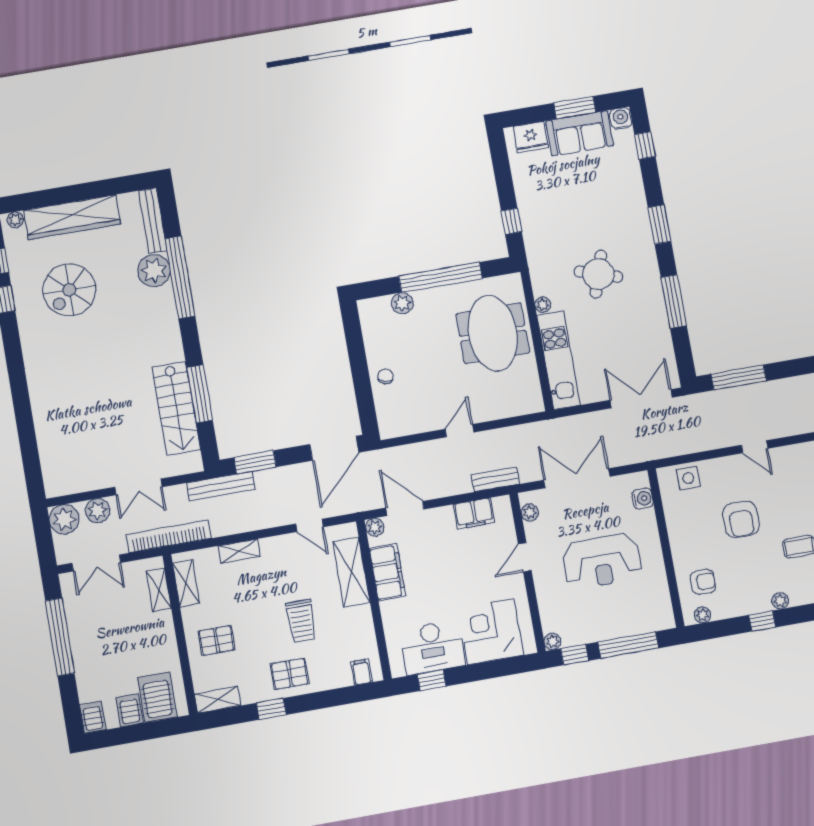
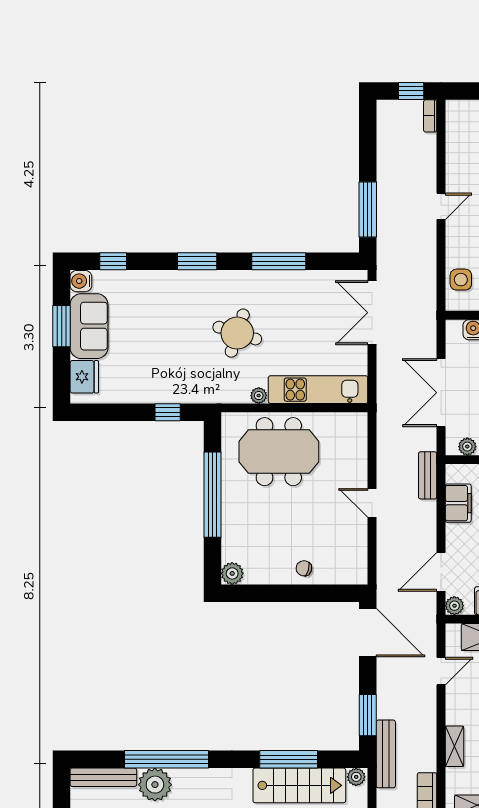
plant: (402, 303) -> (232, 573), moved
plant: (194, 462) -> (356, 777), added

